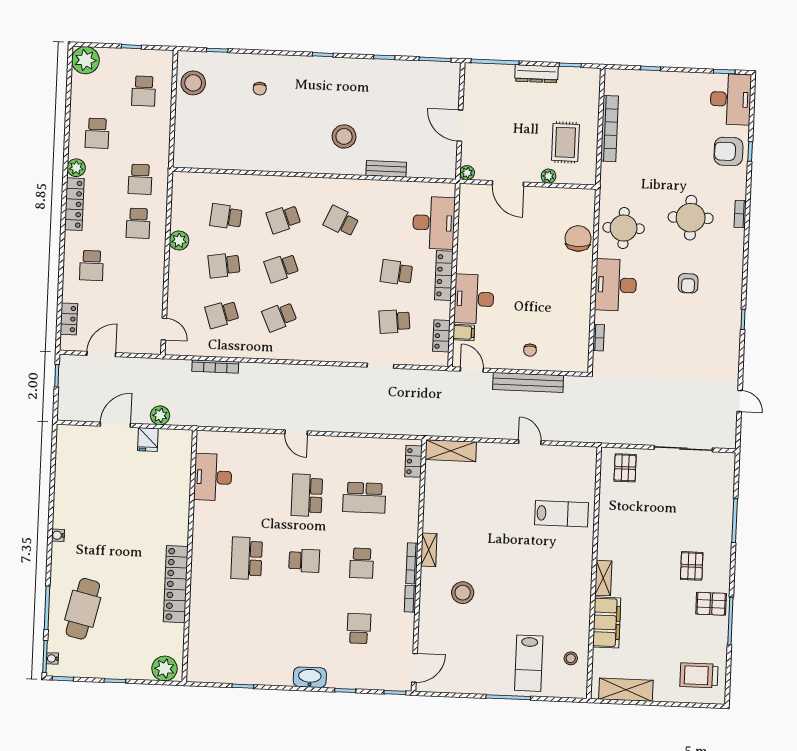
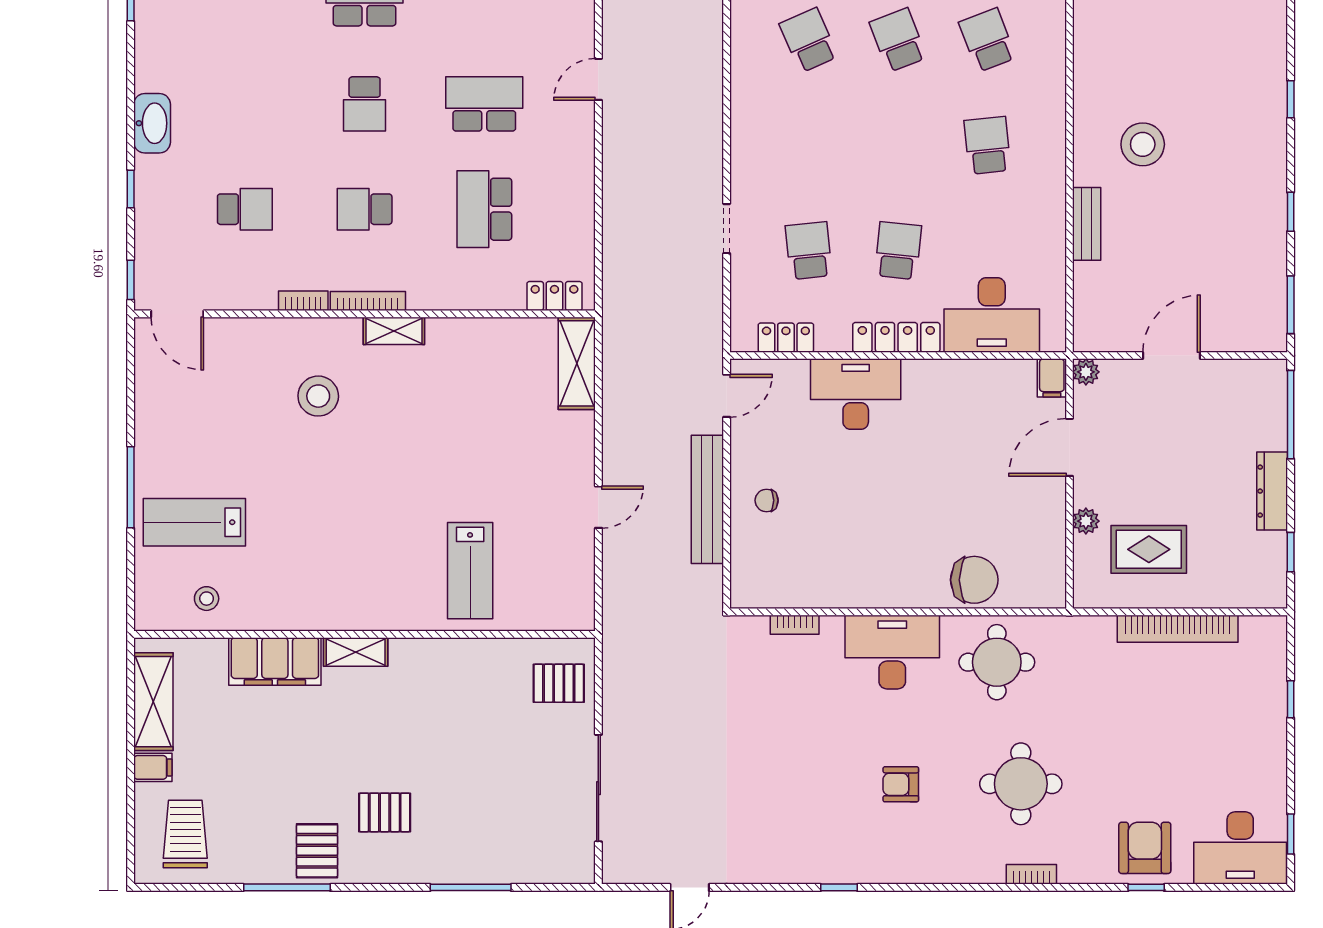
school desk: (341, 221) -> (987, 145), turned -30
filing cabinet: (464, 332) -> (1052, 378), moved
filing cabinet: (662, 692) -> (153, 767), added

